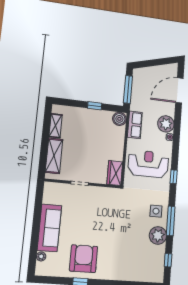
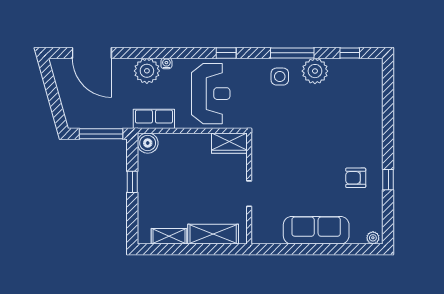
reception desk: (148, 164) -> (211, 94), turned 180
plant: (41, 256) -> (373, 238), moved
armchair: (84, 259) -> (356, 178), width x0.53, depth x0.53

